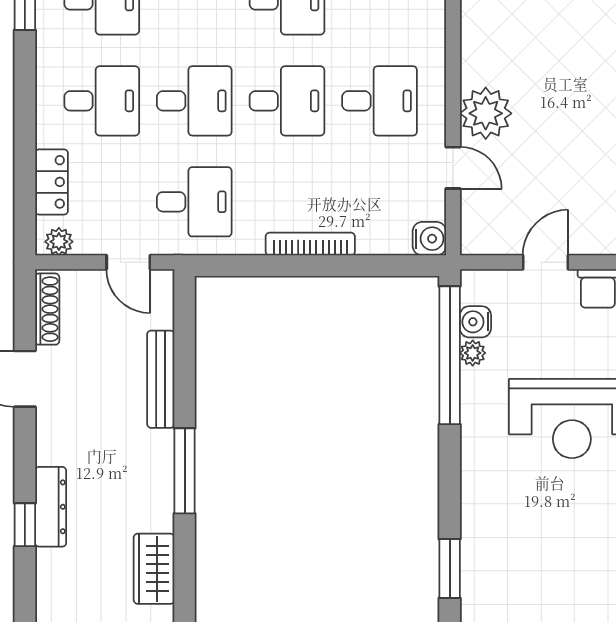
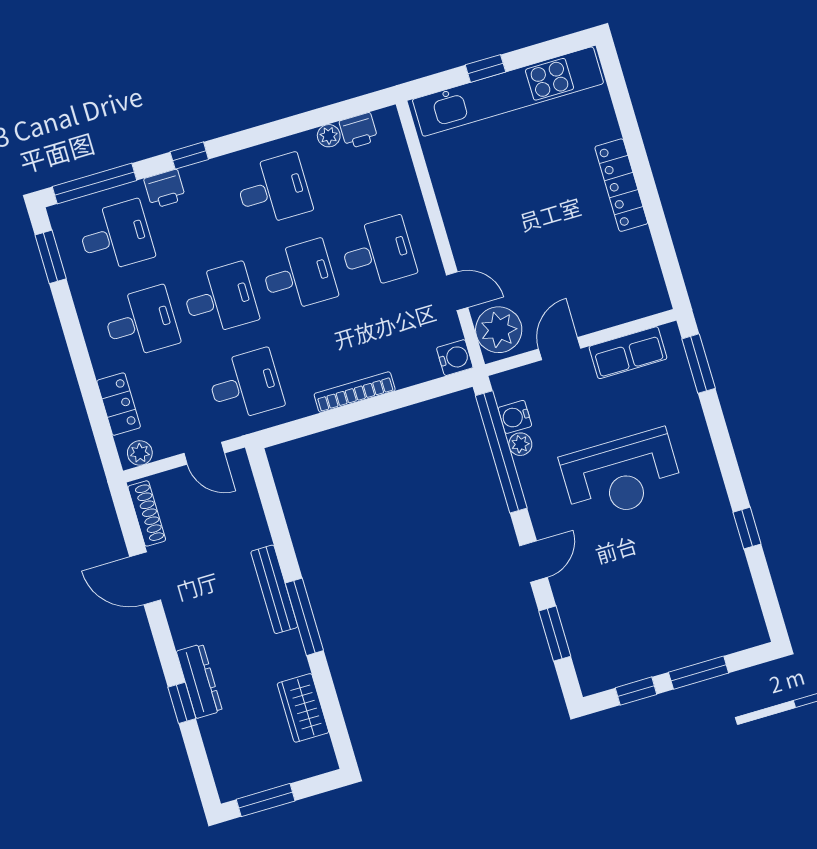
plant: (486, 113) -> (499, 330), moved
bench: (161, 379) -> (274, 589), moved
door: (450, 484) -> (534, 562), added

